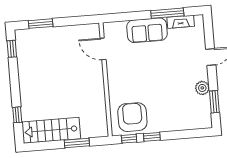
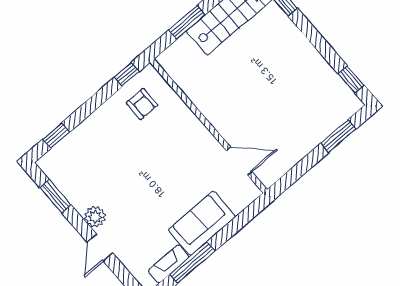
plant: (202, 88) -> (95, 217), moved
armchair: (132, 117) -> (142, 104), width x0.53, depth x0.53
window: (152, 137) -> (56, 136), moved

